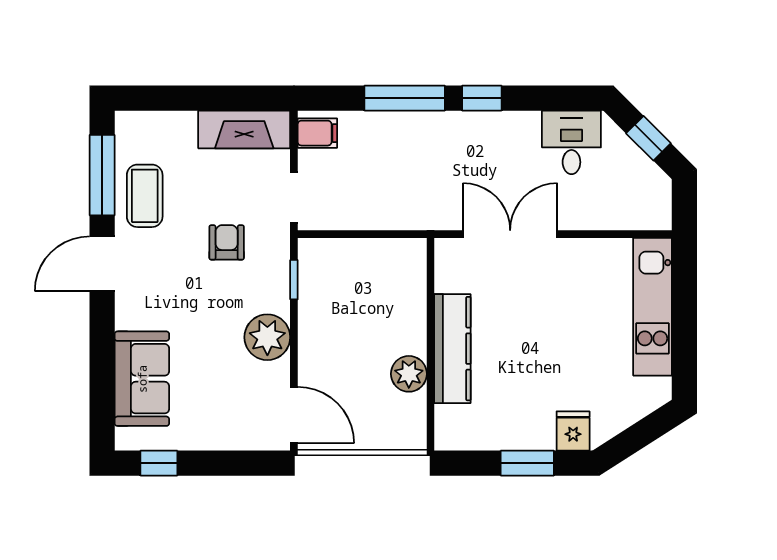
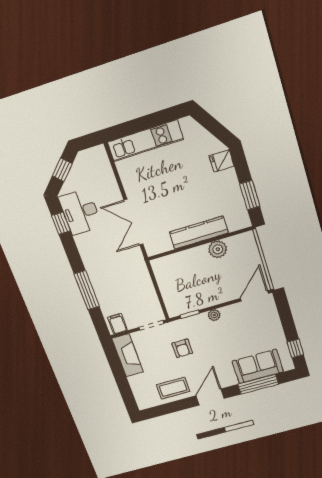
window: (482, 98) -> (61, 223), moved
desk: (571, 142) -> (80, 212), width x1.37
window: (102, 175) -> (258, 384), moved
armchair: (227, 242) -> (182, 348), turned -90
door: (102, 264) -> (210, 397), swing flipped
plant: (267, 337) -> (214, 315), width x0.53, depth x0.53
window: (527, 463) -> (250, 195), moved

